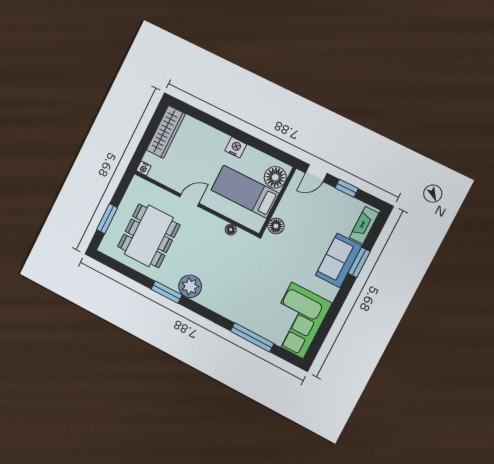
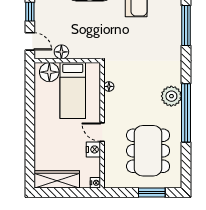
nightstand: (236, 147) -> (93, 149), moved, turned 180
floor lamp: (276, 226) -> (61, 52), moved
dining table: (149, 236) -> (148, 151), turned 90
window: (167, 292) -> (186, 113), width x2.11

